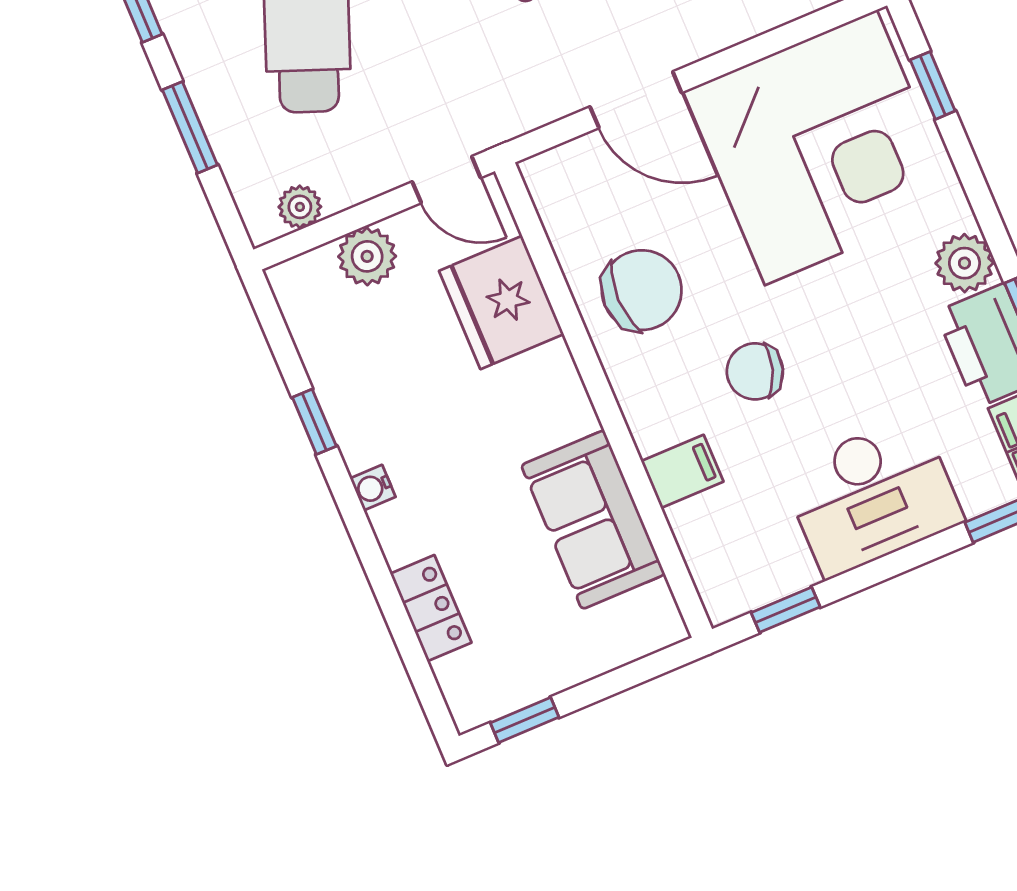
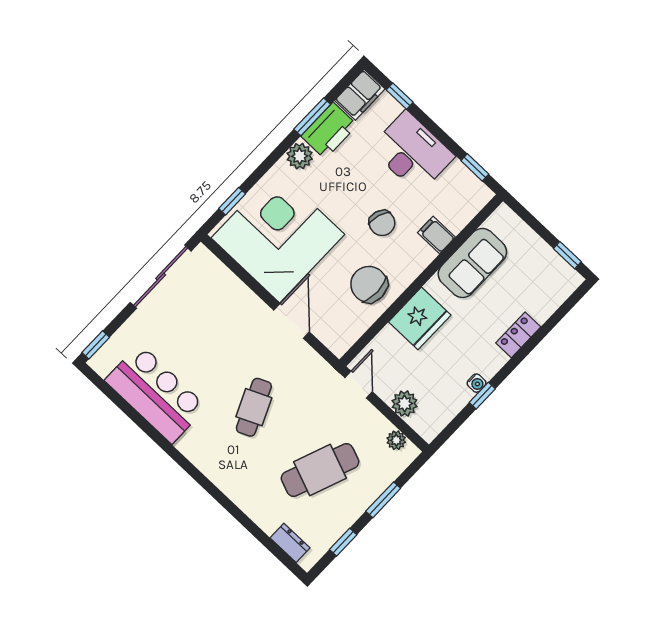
fridge: (501, 302) -> (420, 318), moved
water cooler: (373, 488) -> (476, 383), moved
locker: (431, 608) -> (518, 335), moved

